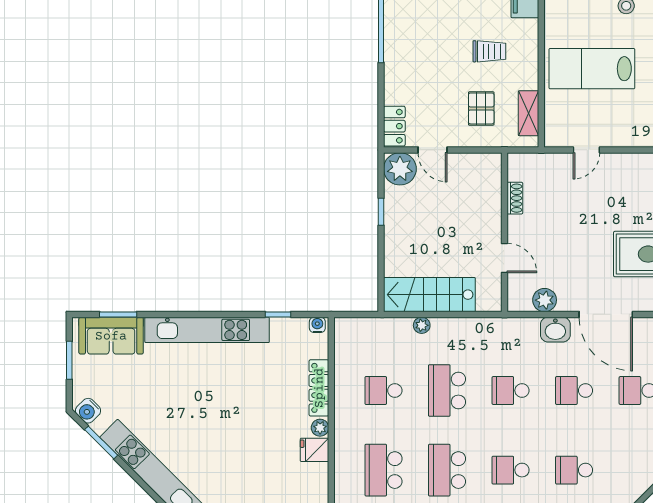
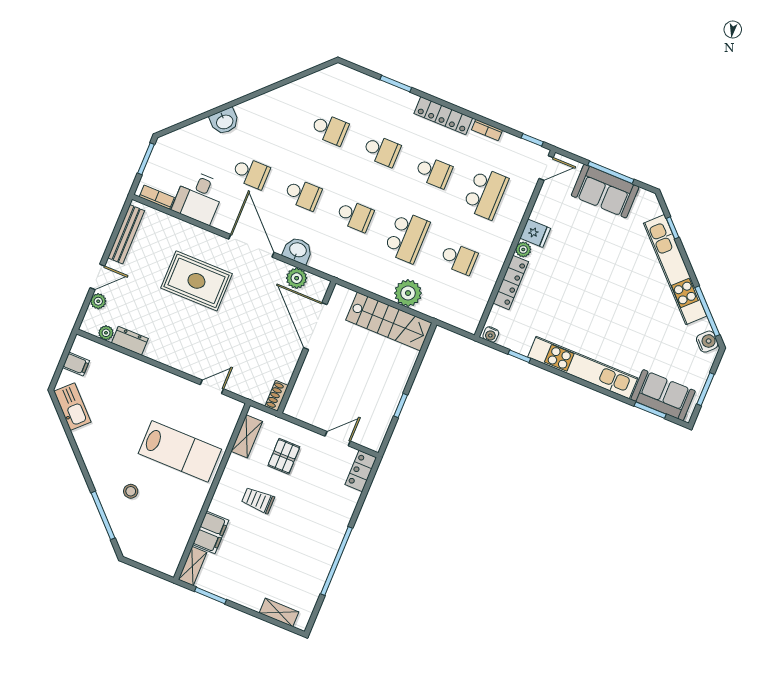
door: (433, 150) -> (338, 439), hinge flipped
plant: (400, 169) -> (371, 434), removed
shoe rack: (515, 198) -> (277, 396), moved
door: (504, 258) -> (315, 326), width x1.87
plant: (422, 325) -> (408, 293), width x1.88, depth x1.88
window: (101, 442) -> (707, 311), width x1.44
school desk: (447, 470) -> (434, 172), width x0.54

